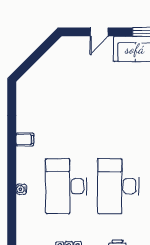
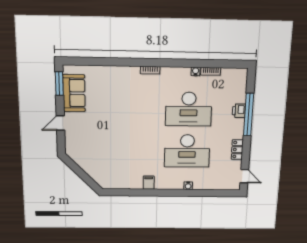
door: (99, 32) -> (60, 123), swing flipped

